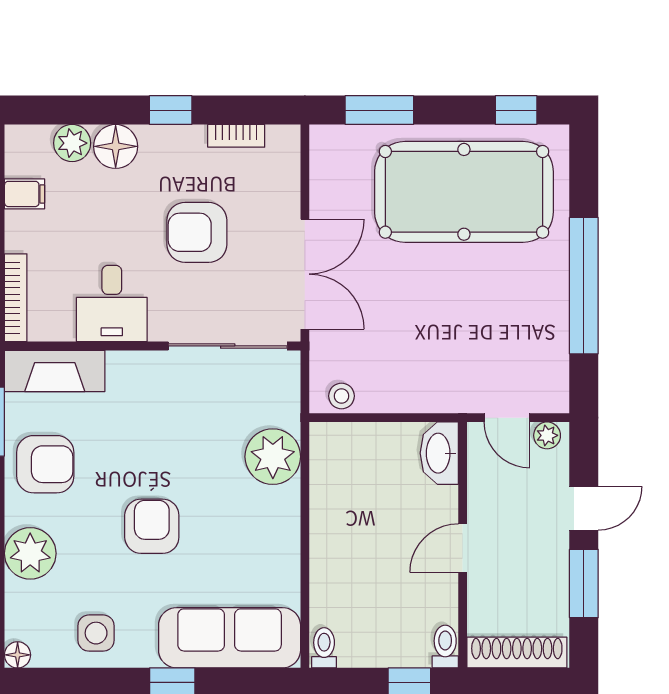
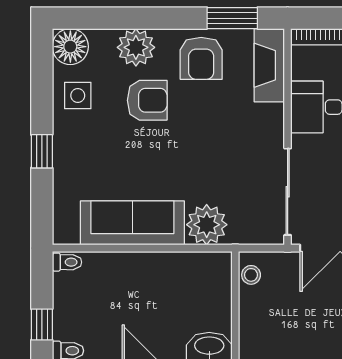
armchair: (152, 526) -> (147, 100), moved
sofa: (230, 638) -> (132, 223), moved, turned -90
floor lamp: (18, 655) -> (70, 47), width x1.89, depth x1.89

